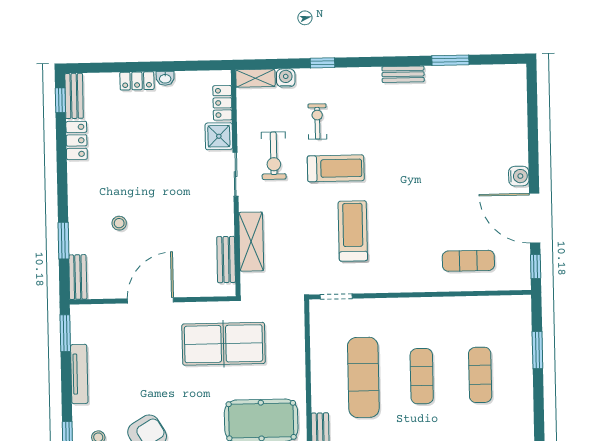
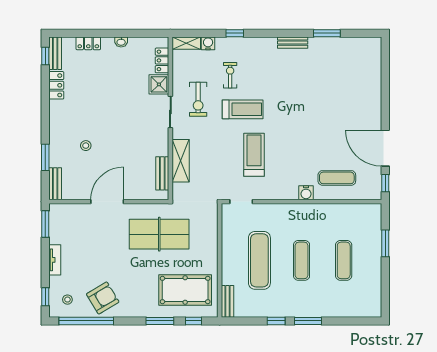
locker: (137, 81) -> (88, 43), moved
water cooler: (519, 176) -> (306, 193), moved, turned 90
tv unit: (79, 374) -> (55, 260), width x0.71

